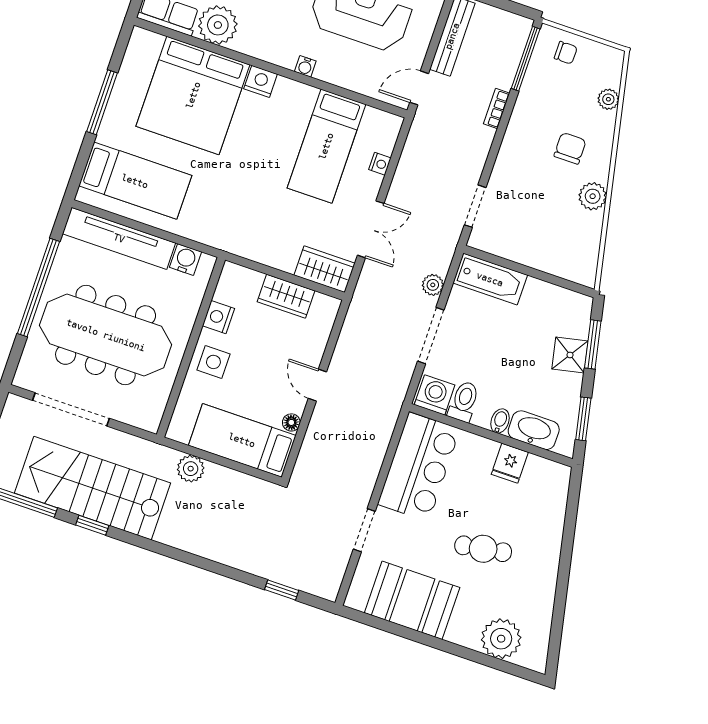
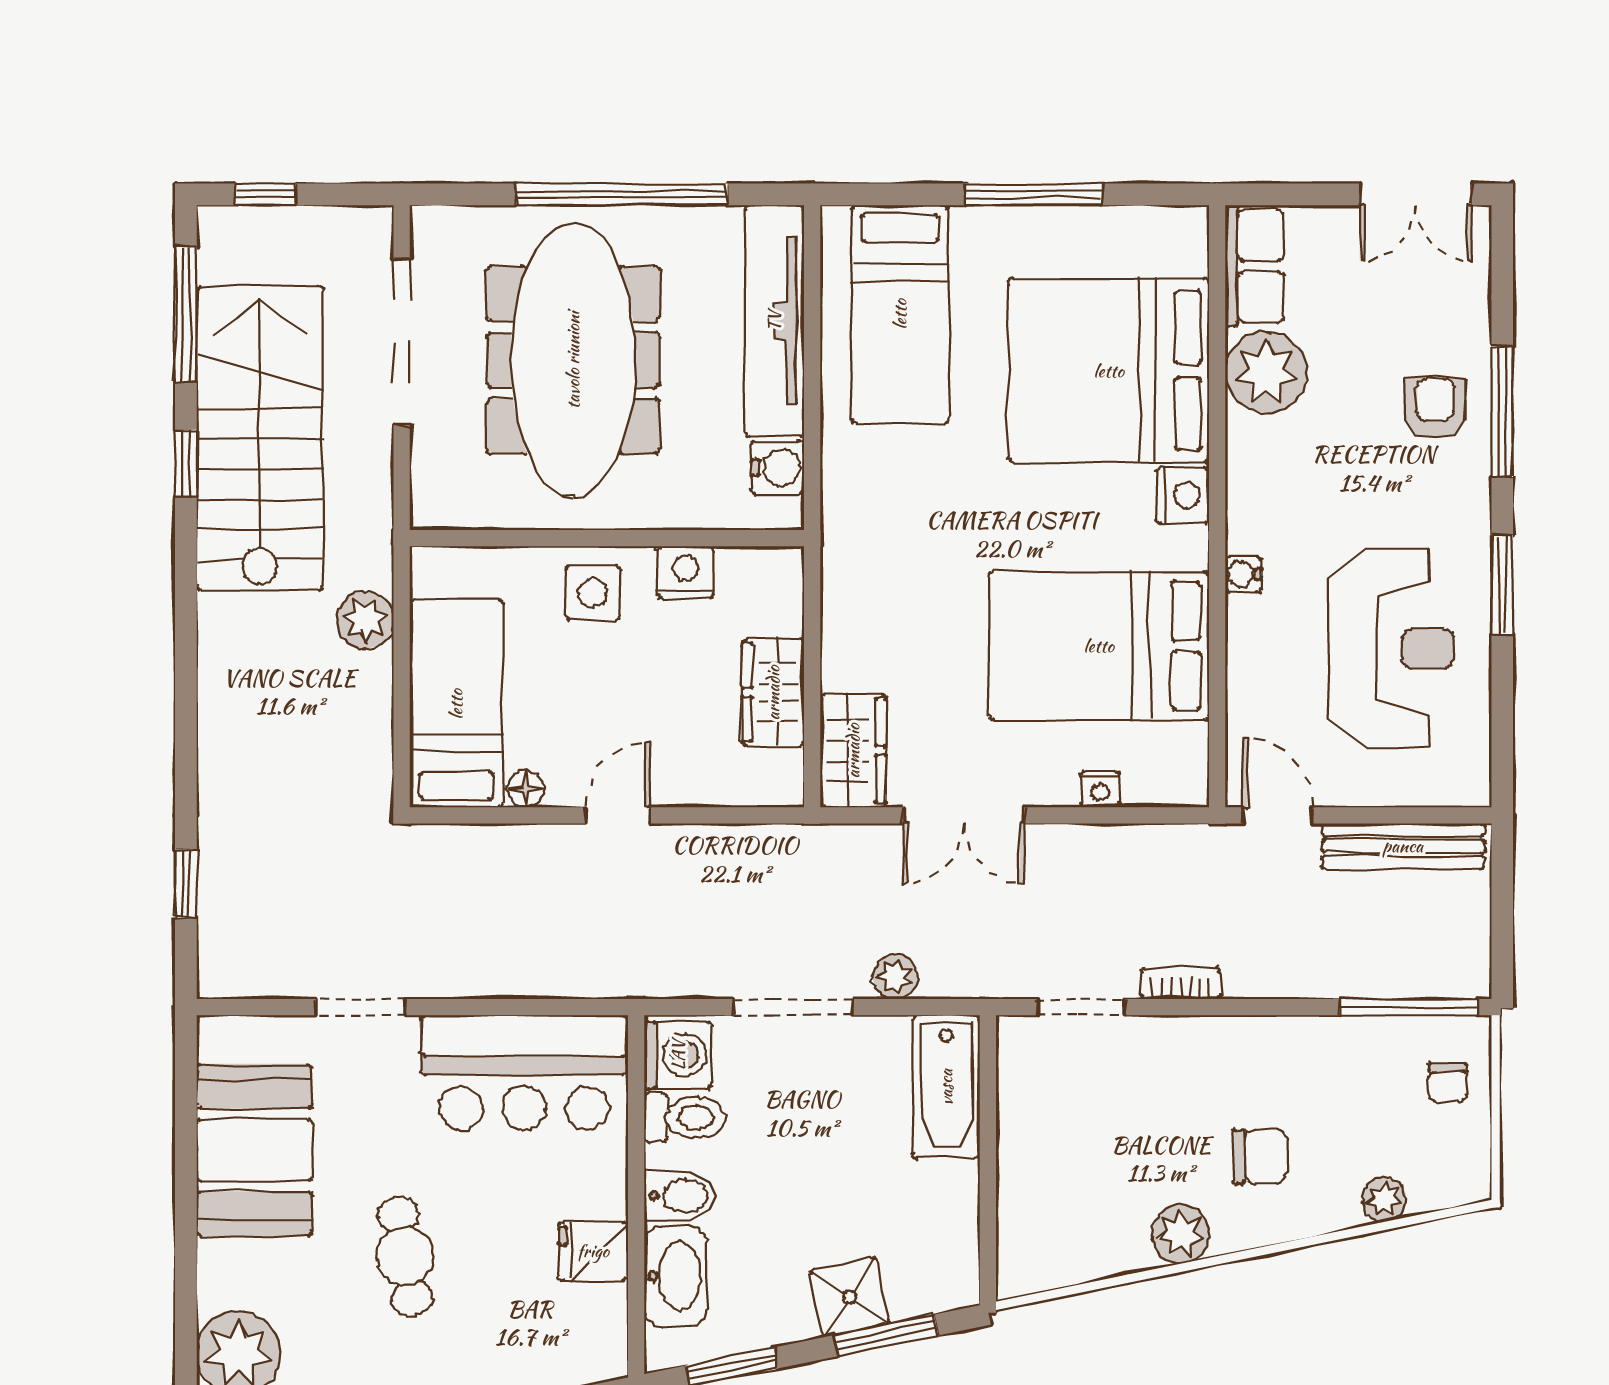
bookcase: (497, 109) -> (1181, 983), moved
bed: (326, 146) -> (1099, 646), width x1.50
bidet: (500, 421) -> (680, 1196), width x1.38, depth x1.36

